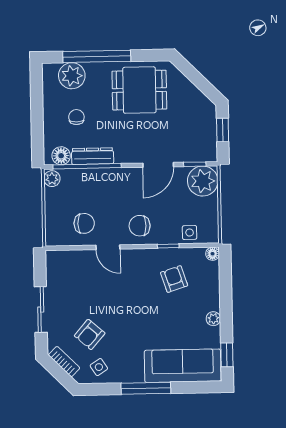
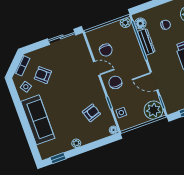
door: (108, 247) -> (97, 68), swing flipped
sliding door: (41, 310) -> (62, 37), moved
sofa: (183, 366) -> (38, 120), moved
window: (146, 388) -> (23, 118), removed

